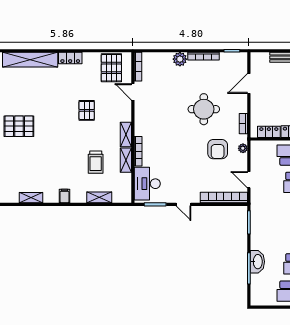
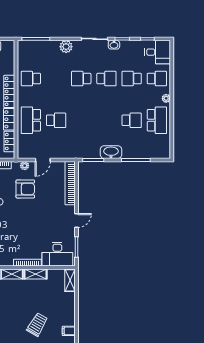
trolley: (96, 162) -> (37, 325), moved, turned -60
door: (249, 180) -> (43, 160), moved
shelving: (99, 197) -> (70, 280), moved
washbasin: (257, 262) -> (111, 152), moved

